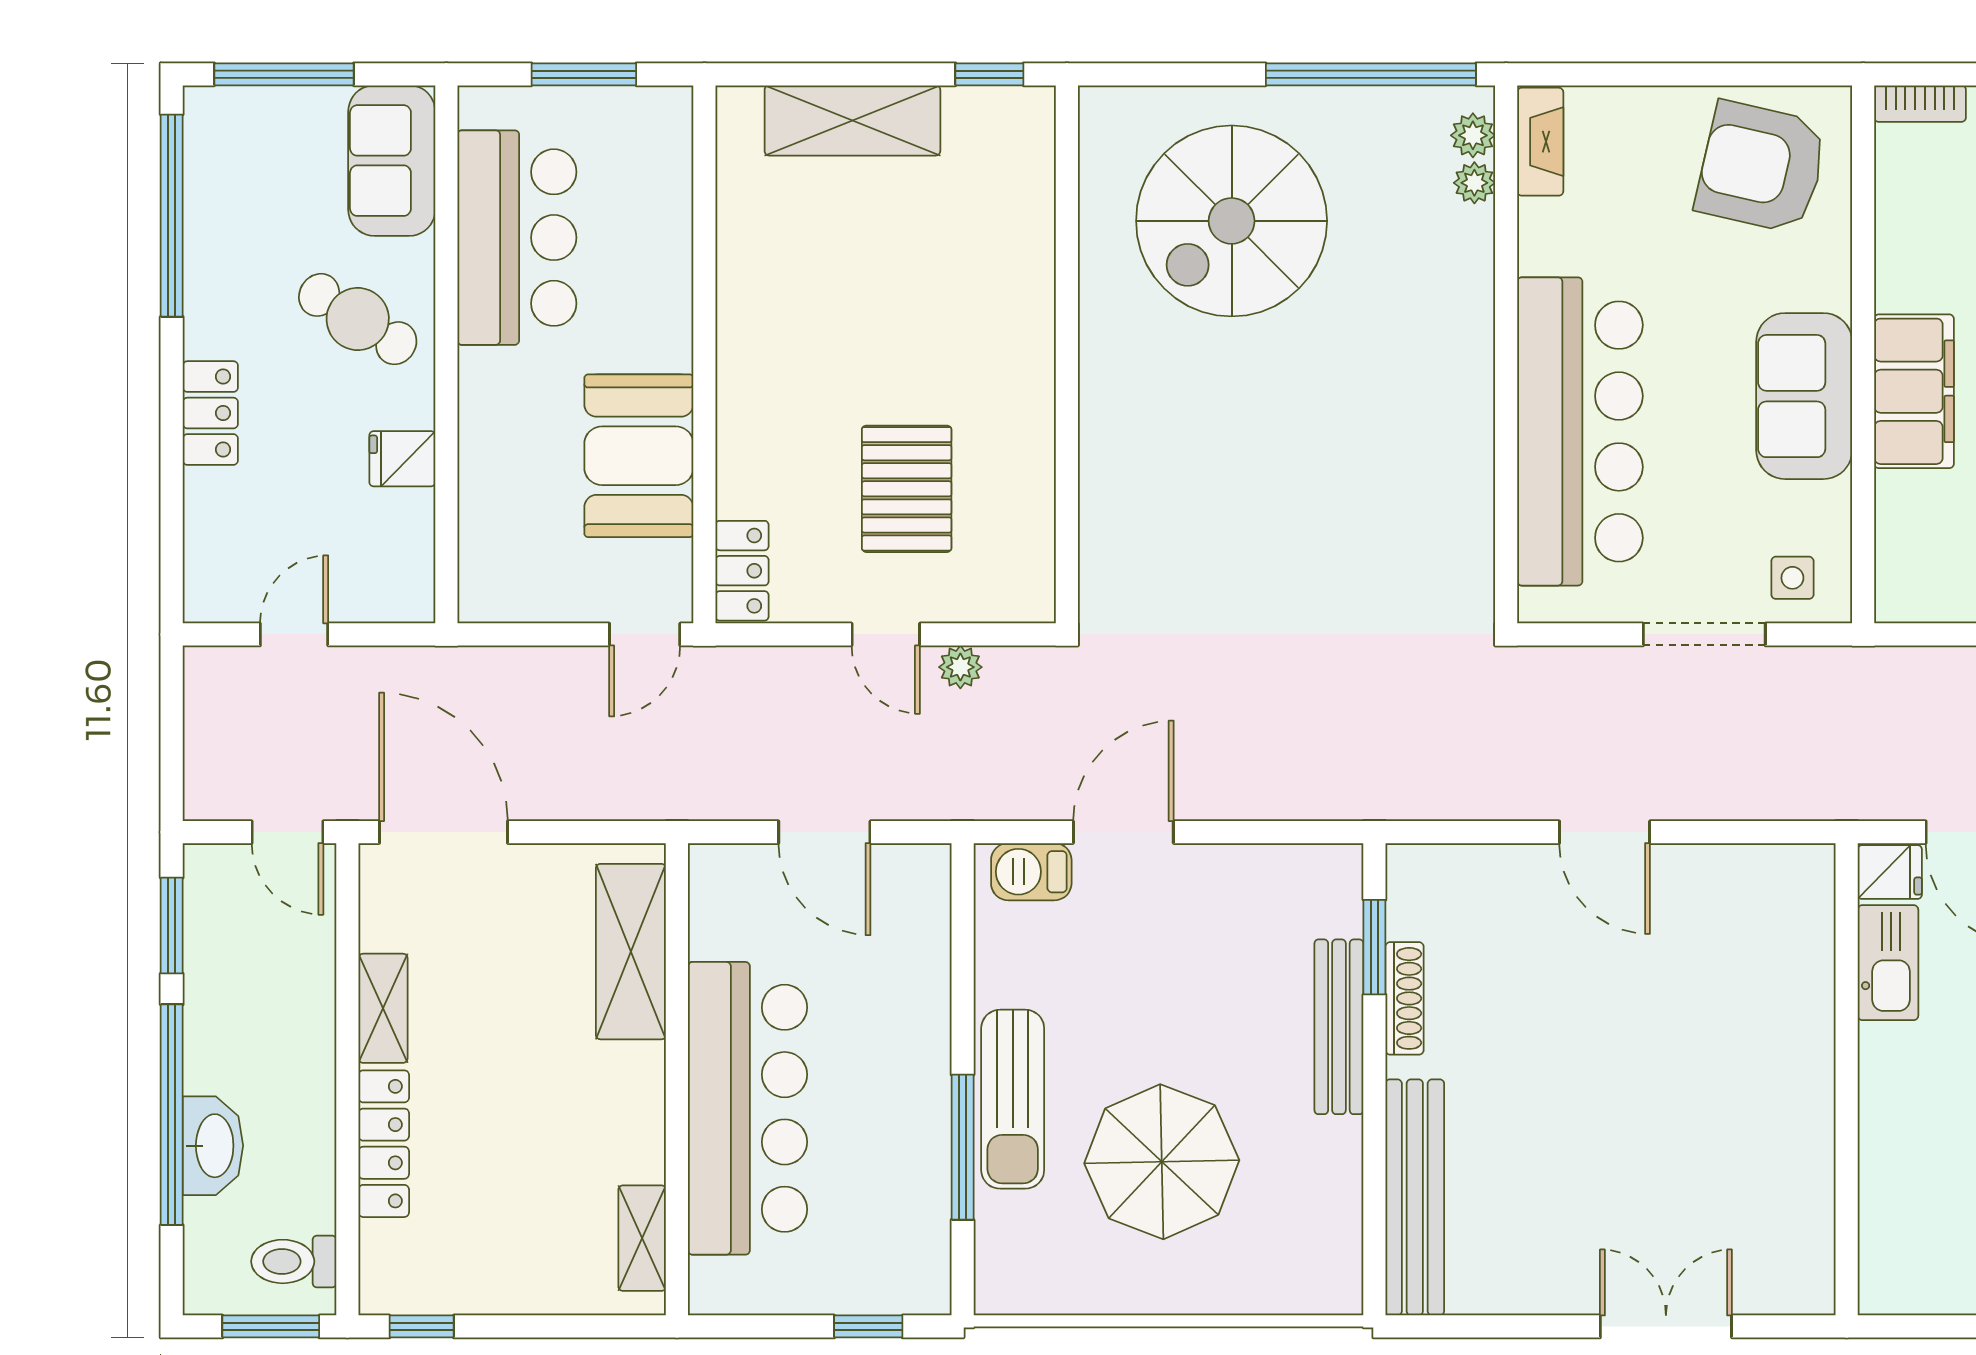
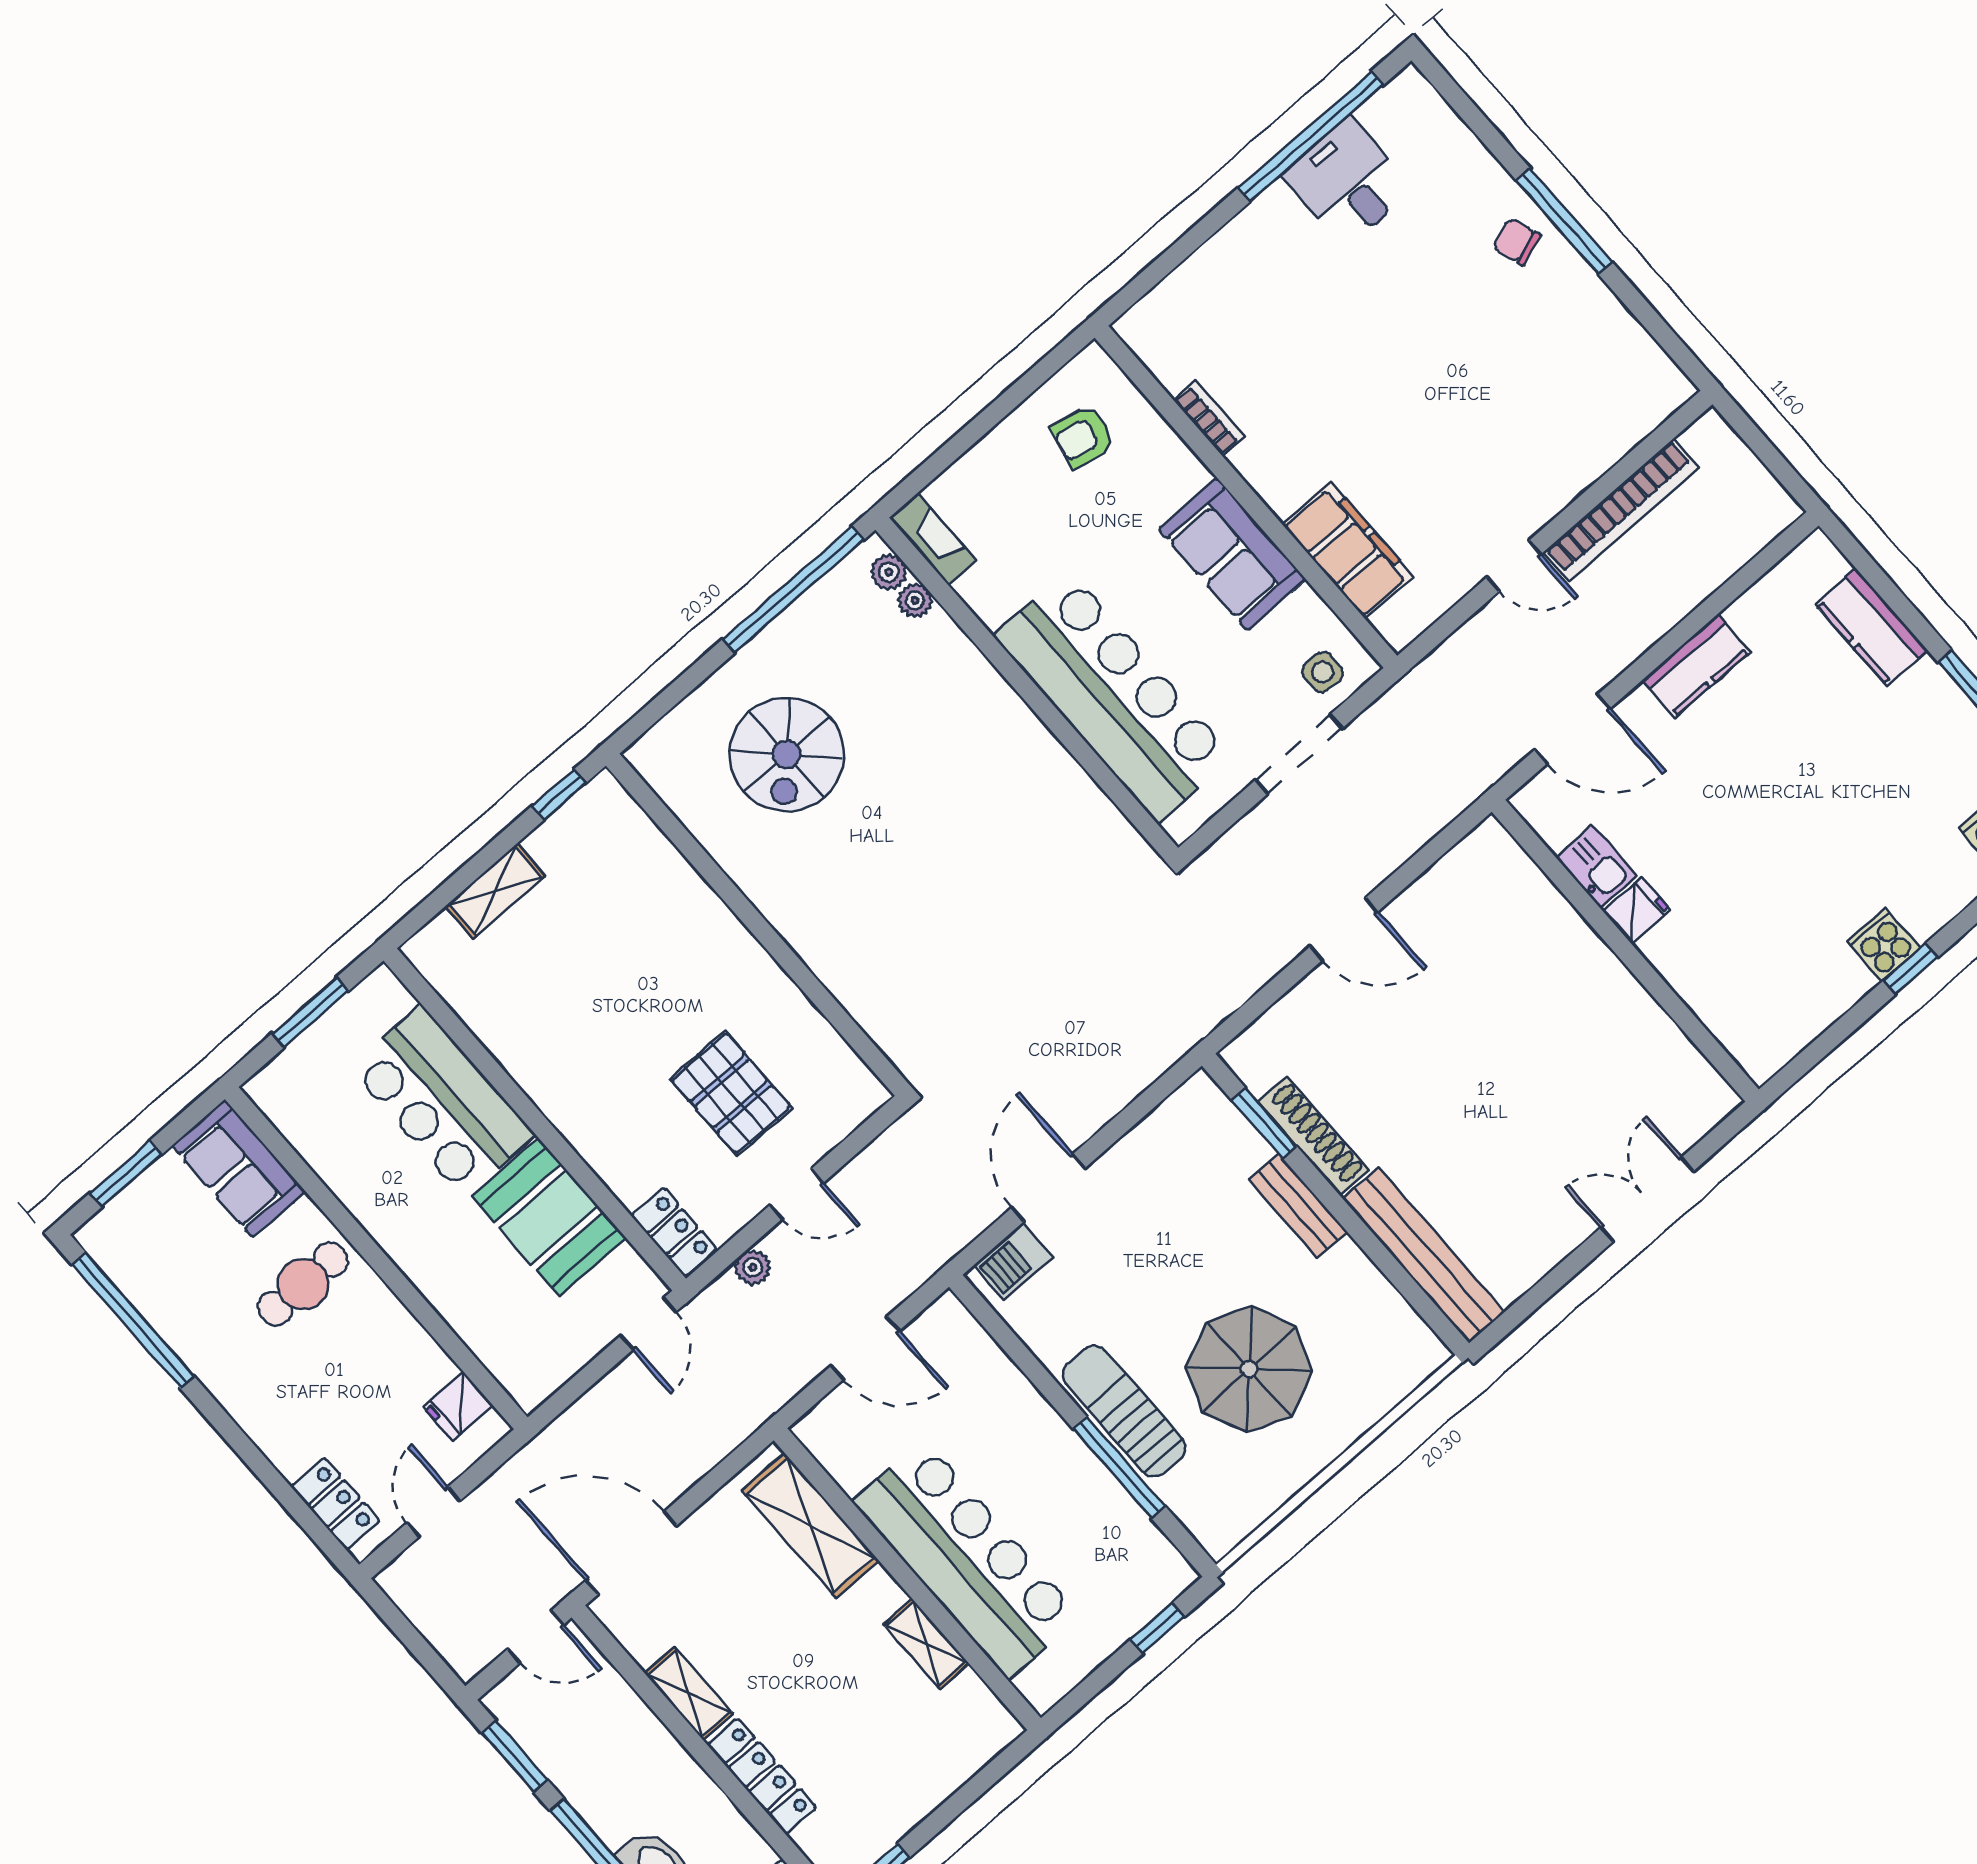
window: (284, 74) -> (126, 1174), width x0.69
bookcase: (1920, 104) -> (1209, 418), moved, turned -90
shelving: (852, 120) -> (495, 891), width x0.67, depth x0.75
armchair: (1761, 167) -> (1083, 437), width x0.53, depth x0.53
spiral stairs: (1232, 221) -> (787, 754), width x0.73, depth x0.73
bar counter: (517, 238) -> (442, 1101), moved, turned 180
cafe table: (358, 319) -> (303, 1284), turned -32
filing cabinet: (1914, 391) -> (1348, 550), moved
locker: (210, 413) -> (335, 1504), moved
fridge: (402, 459) -> (458, 1406), moved
plant: (960, 667) -> (753, 1267), moved
fridge: (1890, 872) -> (1637, 910), moved
kitchen sink: (1888, 963) -> (1596, 867), width x0.73
shoe rack: (1405, 998) -> (1313, 1136), width x1.36, depth x1.24
bench: (1339, 1027) -> (1298, 1206), width x0.73
sun lounger: (1013, 1099) -> (1124, 1411), turned 180
shelving: (642, 1238) -> (926, 1644), moved

